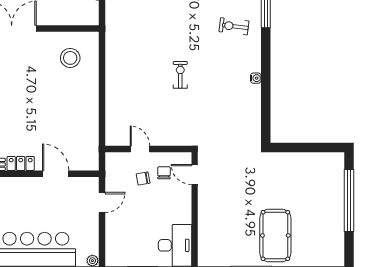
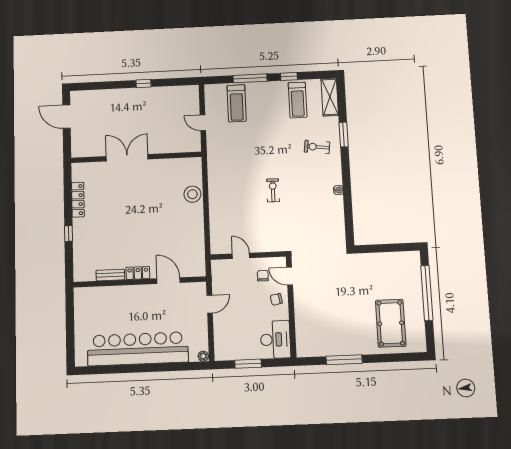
stool: (70, 58) -> (192, 194), moved
chair: (143, 179) -> (276, 299), moved
pool table: (275, 235) -> (391, 323), moved

